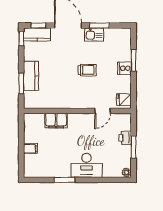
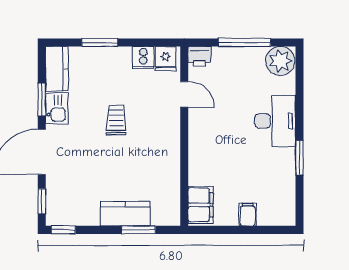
kitchen counter: (37, 35) -> (57, 69), moved
cooker: (125, 68) -> (143, 58), moved
filing cabinet: (56, 121) -> (201, 205), moved
printer: (125, 138) -> (199, 57), moved
window: (134, 147) -> (245, 42), width x1.44
plant: (127, 172) -> (280, 61), width x1.88, depth x1.88

